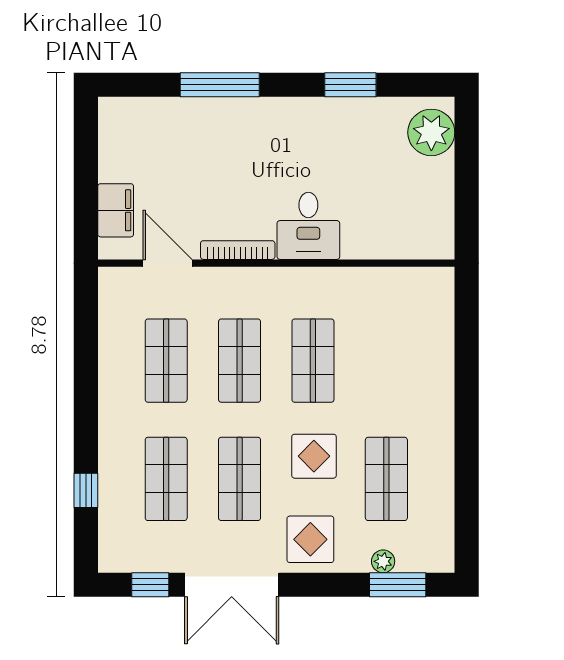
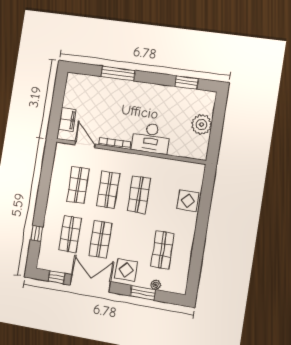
window: (350, 85) -> (186, 82), moved
plant: (431, 132) -> (202, 125), moved
desk: (308, 226) -> (151, 138), width x1.37
display table: (314, 456) -> (188, 201), moved
double door: (232, 585) -> (90, 283), swing flipped
window: (398, 585) -> (143, 293), moved

